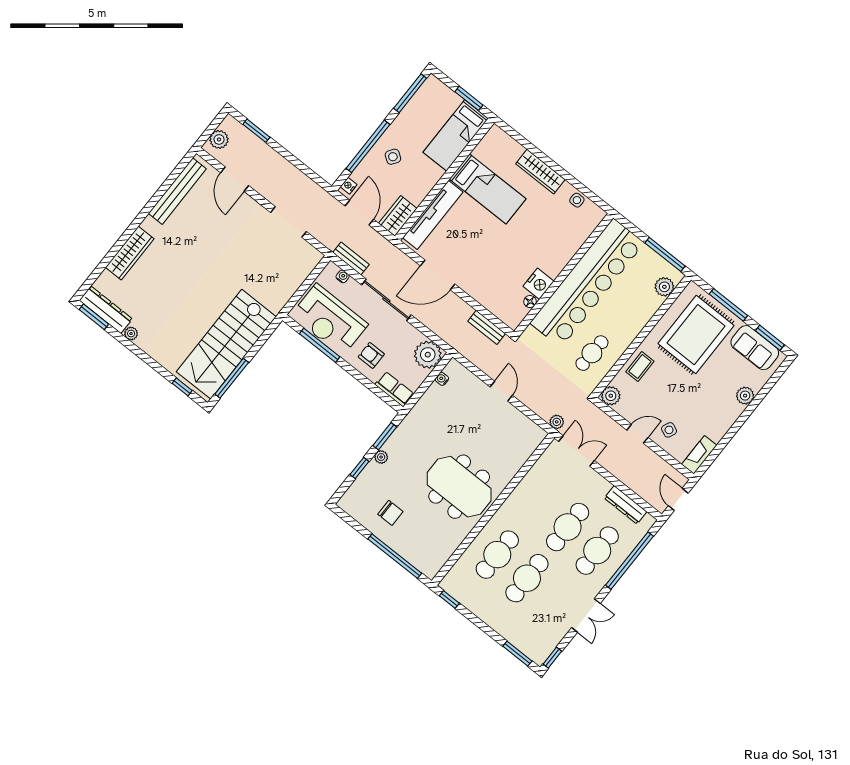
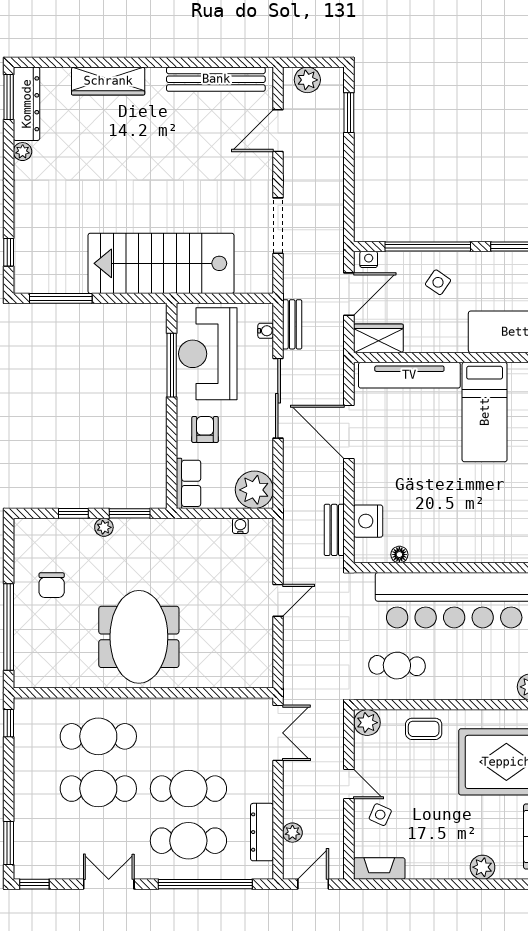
nightstand: (539, 284) -> (368, 521), moved, turned 90
stairs: (226, 344) -> (161, 263), moved
plant: (557, 422) -> (292, 833), moved
double door: (586, 615) -> (109, 884), swing flipped

